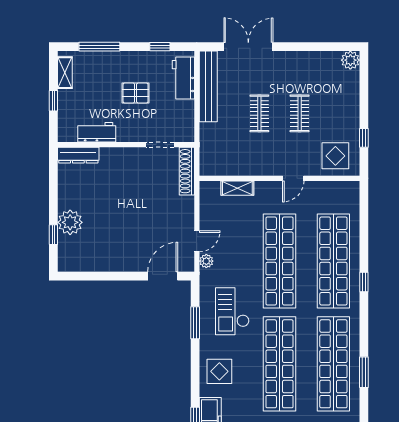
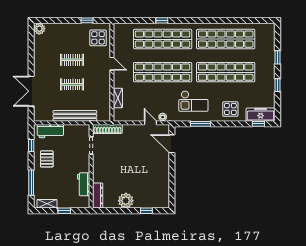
bench: (208, 86) -> (75, 116), moved
pallet: (136, 93) -> (47, 159), moved
plant: (70, 222) -> (126, 201), moved
window: (364, 282) -> (162, 20), moved
window: (364, 372) -> (231, 20), removed

